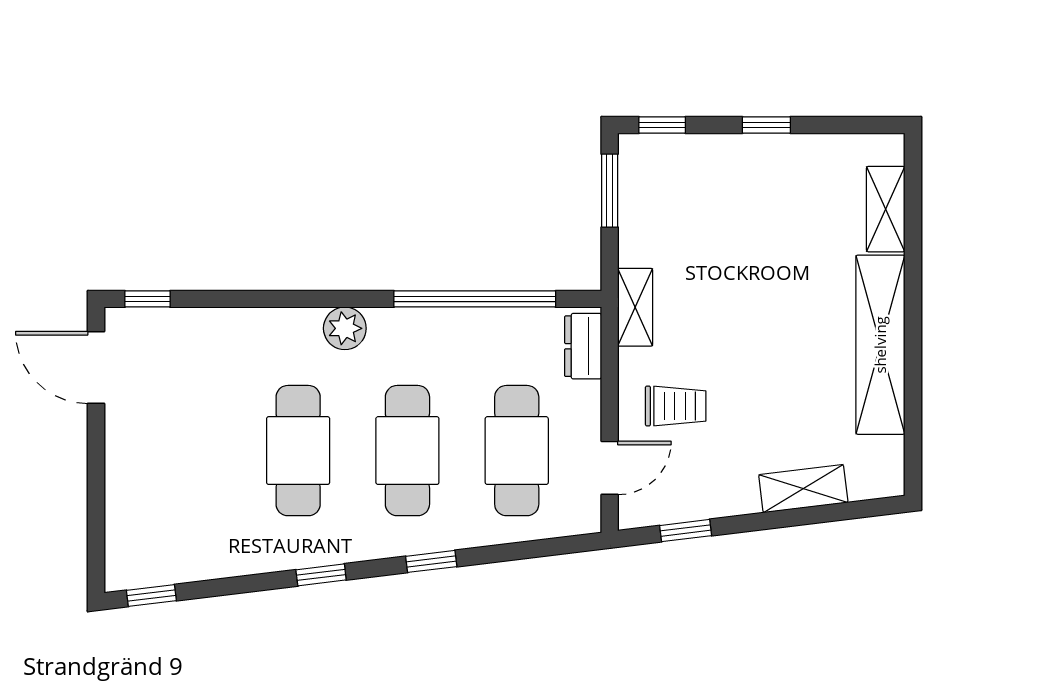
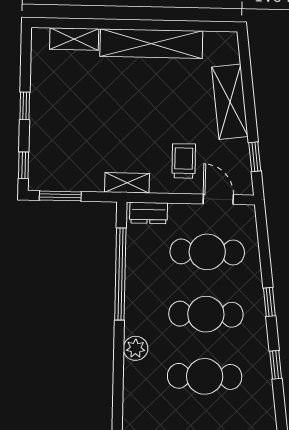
shelving: (803, 489) -> (230, 102), width x1.50, depth x1.33

